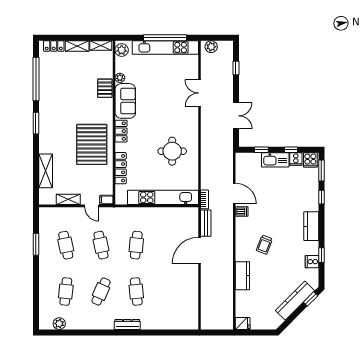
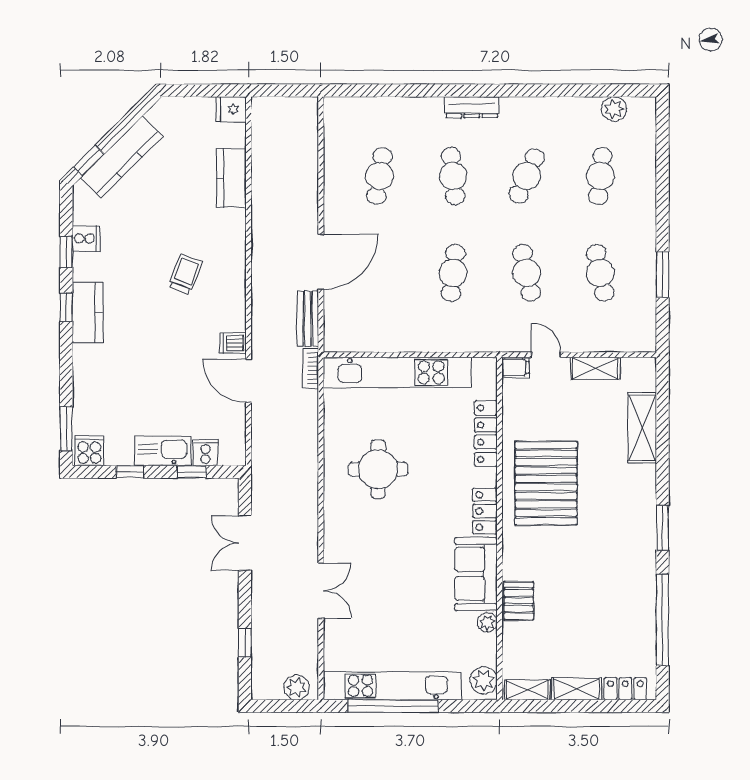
cooker: (296, 159) -> (206, 453), moved
window: (321, 197) -> (66, 307), moved
kitchen counter: (242, 276) -> (231, 178), moved
cafe table: (171, 291) -> (380, 176), added

